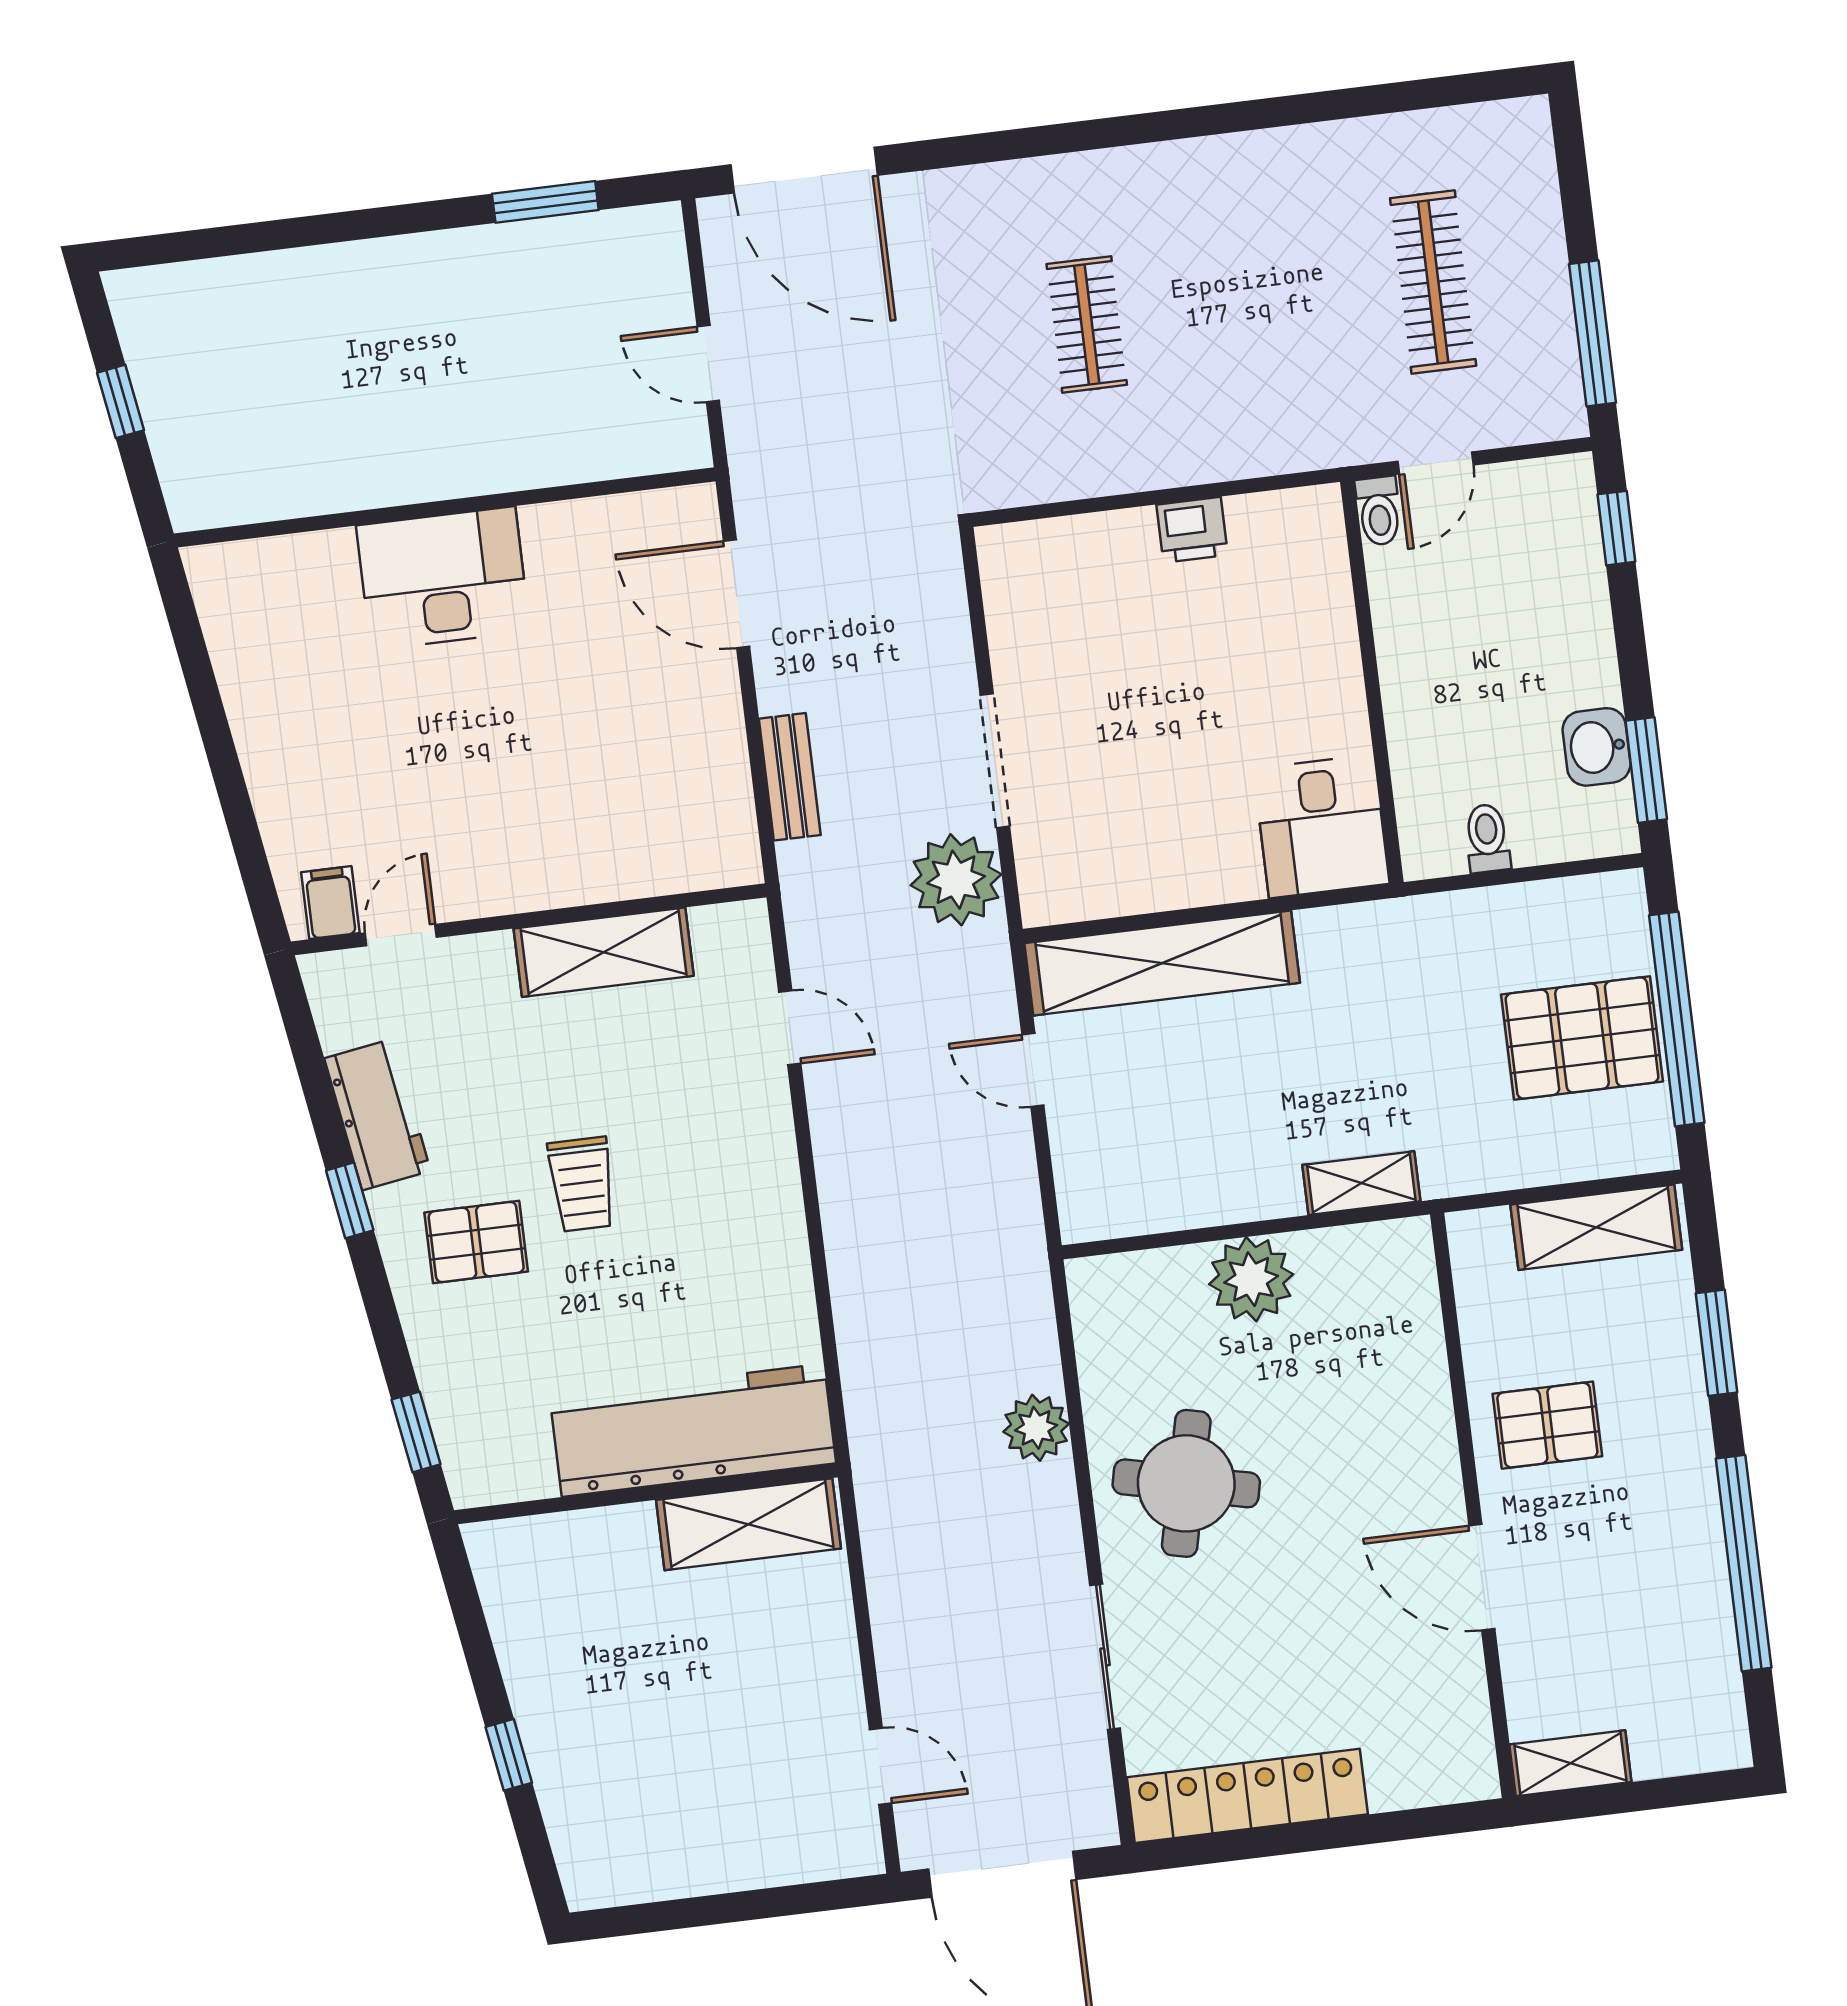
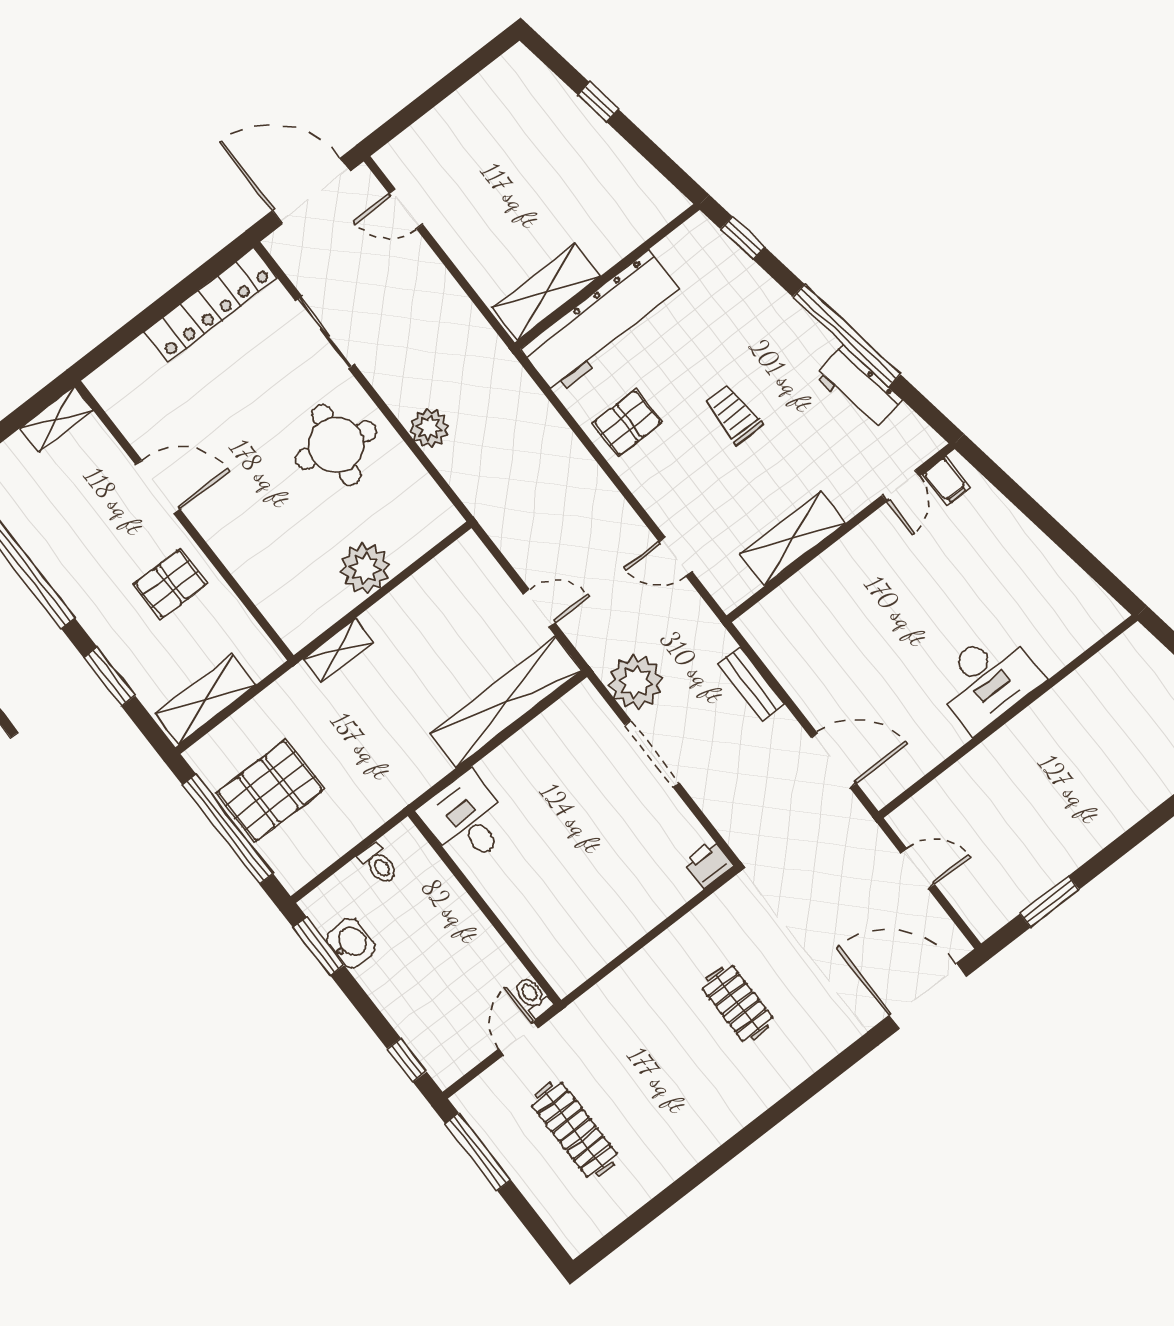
printer: (1192, 530) -> (708, 864), moved
window: (350, 1200) -> (847, 336), width x3.17
pallet: (476, 1242) -> (627, 423), moved

